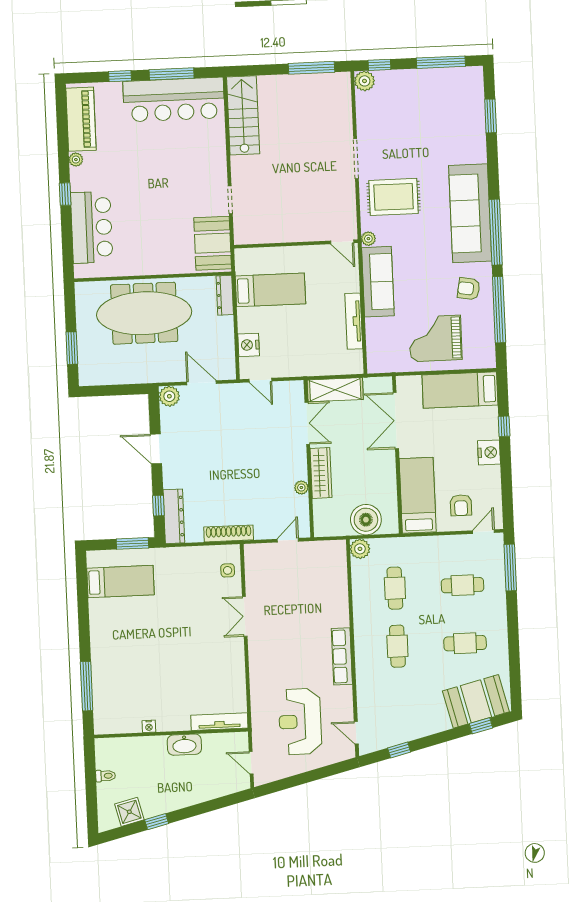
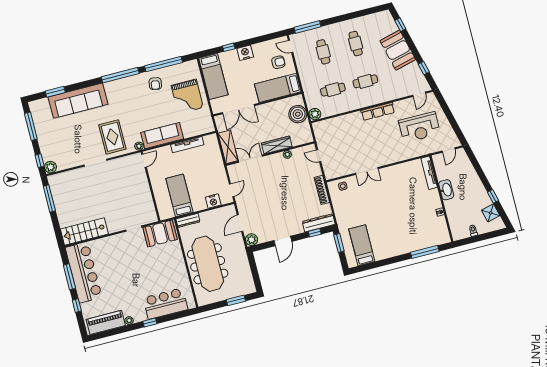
sofa: (470, 213) -> (78, 101), moved
booth: (476, 701) -> (398, 50), moved

